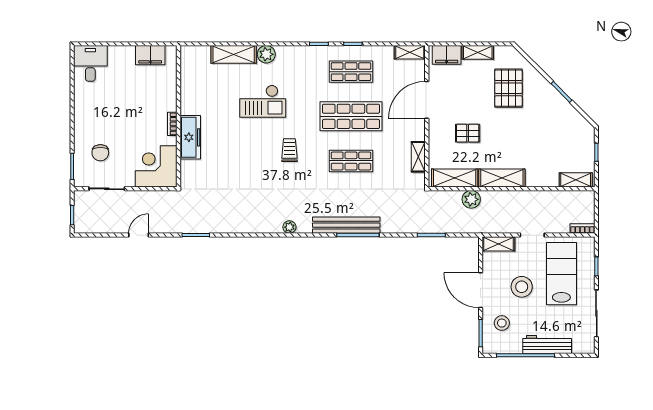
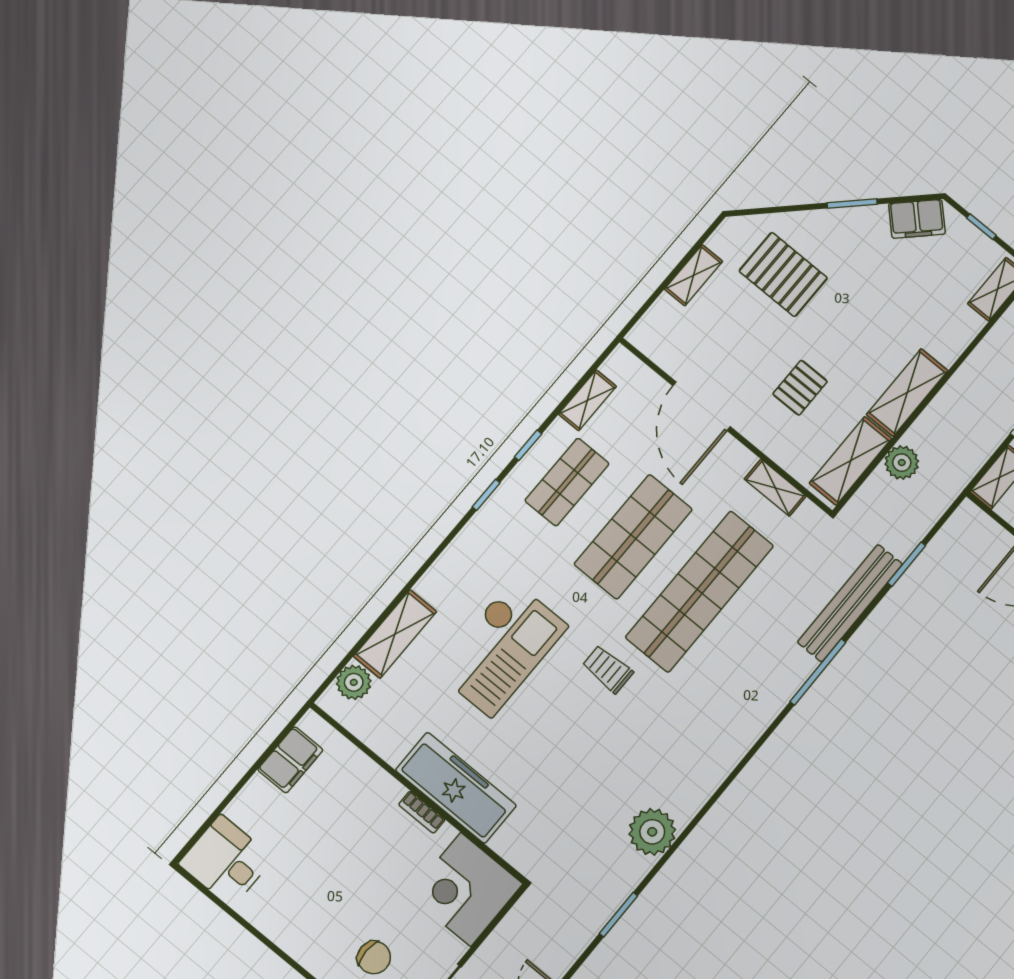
shelving: (410, 52) -> (588, 400), moved
plant: (266, 54) -> (354, 682), moved
filing cabinet: (447, 55) -> (917, 219), moved, turned 45
checkout: (263, 101) -> (501, 648), width x1.36, depth x1.21
freezer: (190, 137) -> (456, 788), width x1.36, depth x1.26
shop shelf: (351, 161) -> (700, 591), width x2.00, depth x1.36
bench: (346, 225) -> (850, 603), moved
plant: (289, 227) -> (652, 832), moved, width x1.88, depth x1.88

